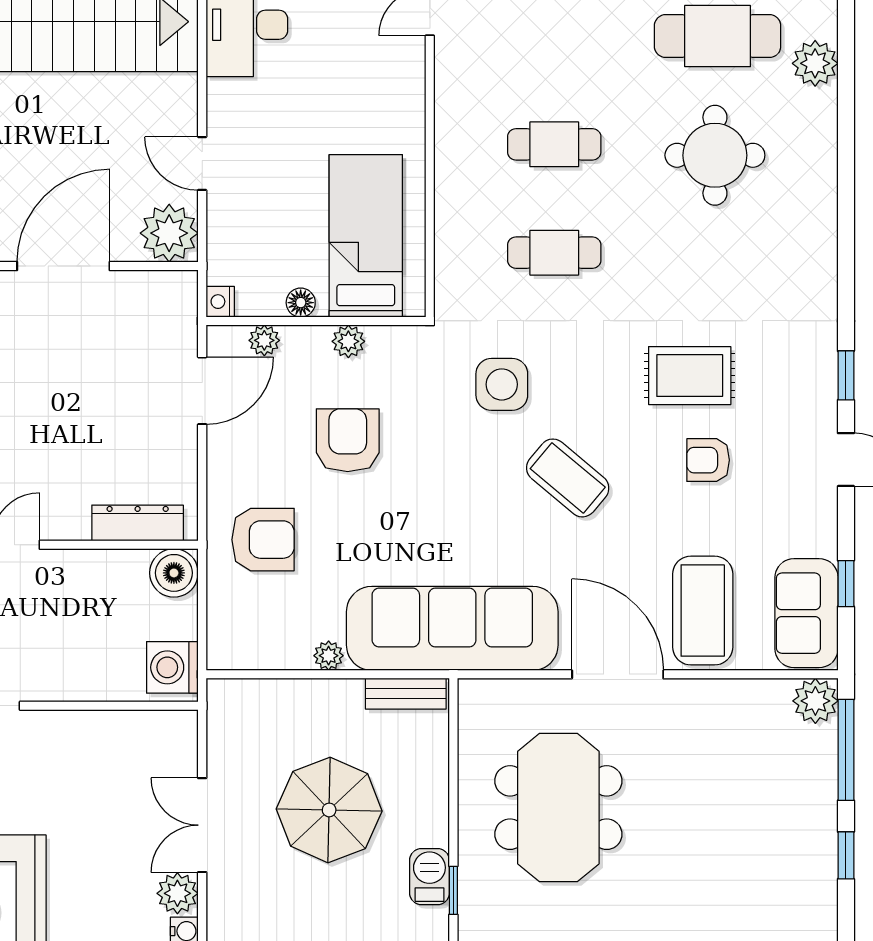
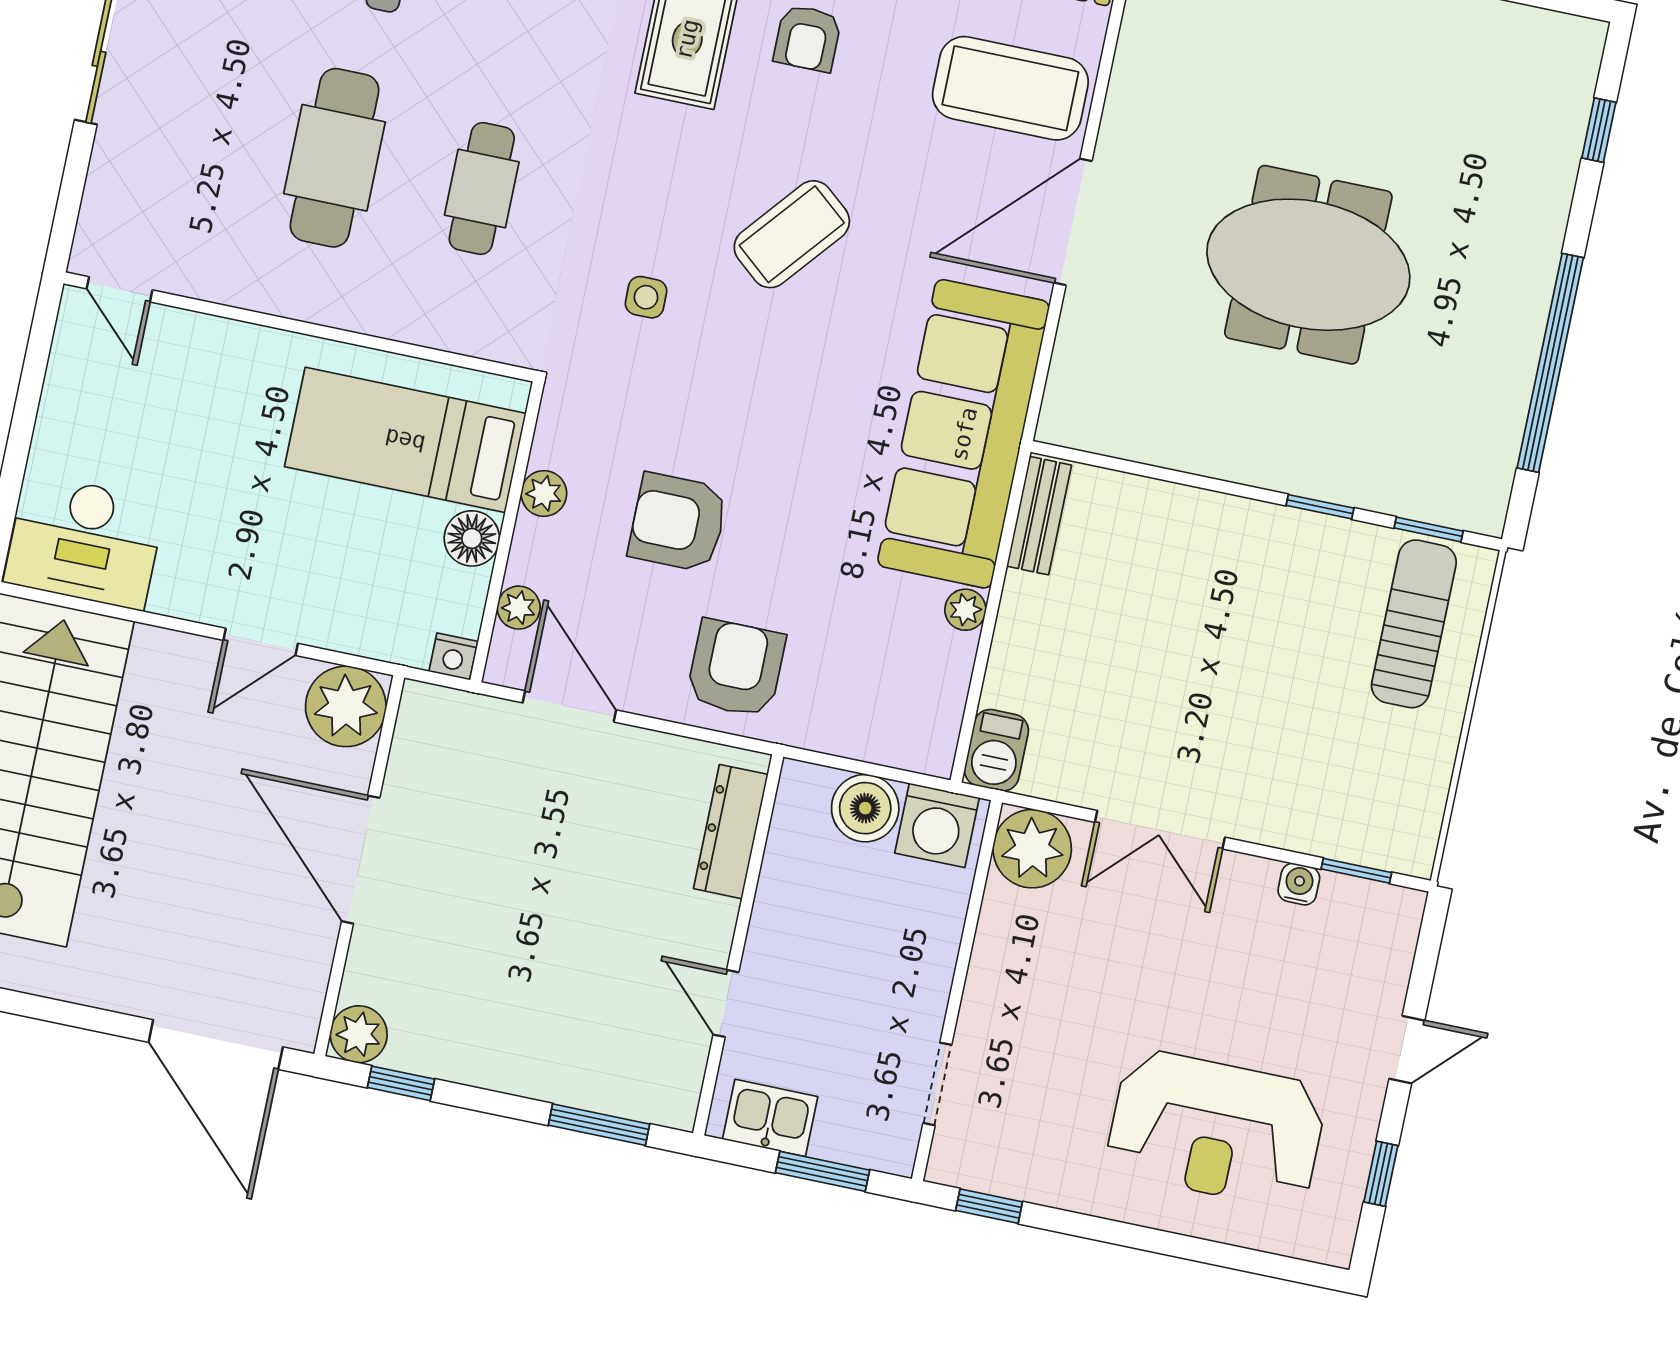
cafe table: (554, 144) -> (335, 158), width x1.37, depth x1.35
floor lamp: (301, 303) -> (472, 538), width x1.37, depth x1.37
side table: (502, 384) -> (646, 297), width x0.54, depth x0.54
armchair: (263, 540) -> (736, 668), moved
boiler: (174, 573) -> (865, 808), moved
meeting table: (558, 808) -> (1308, 265), moved
parasol: (329, 810) -> (1175, 653), removed
barbecue: (429, 877) -> (996, 750), moved, turned -90
plant: (177, 893) -> (1032, 849), moved, width x1.36, depth x1.36

